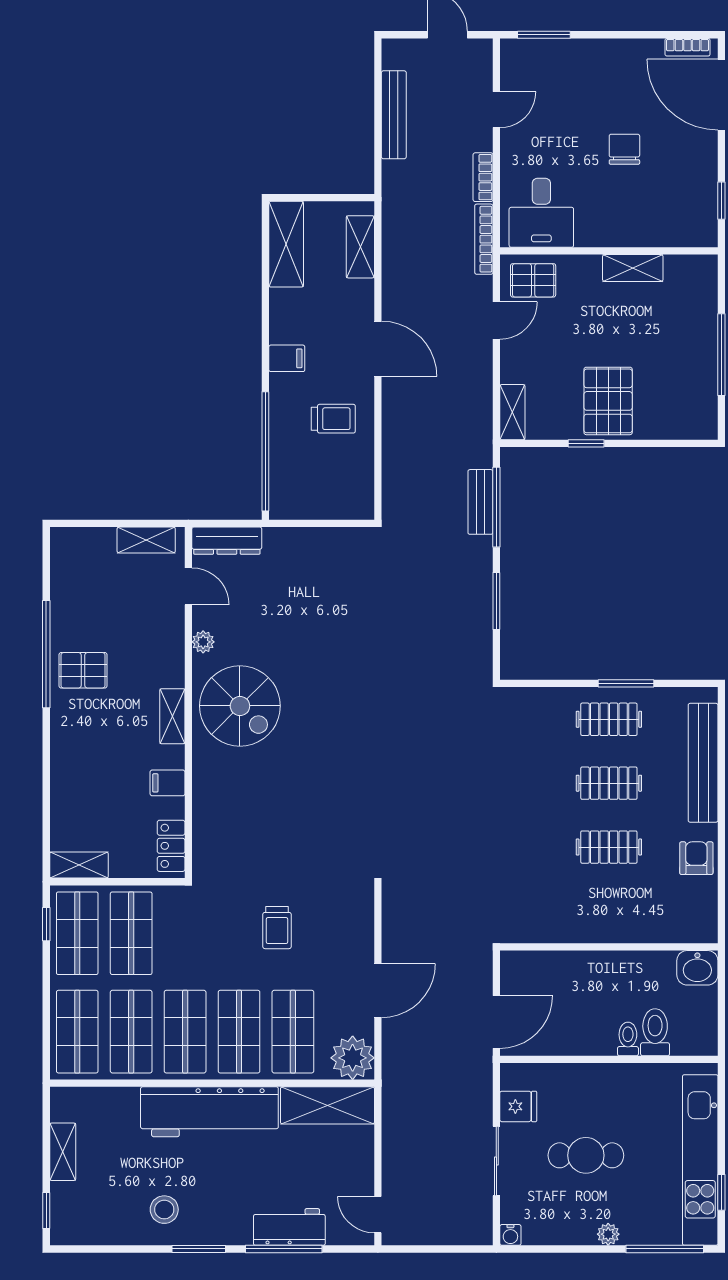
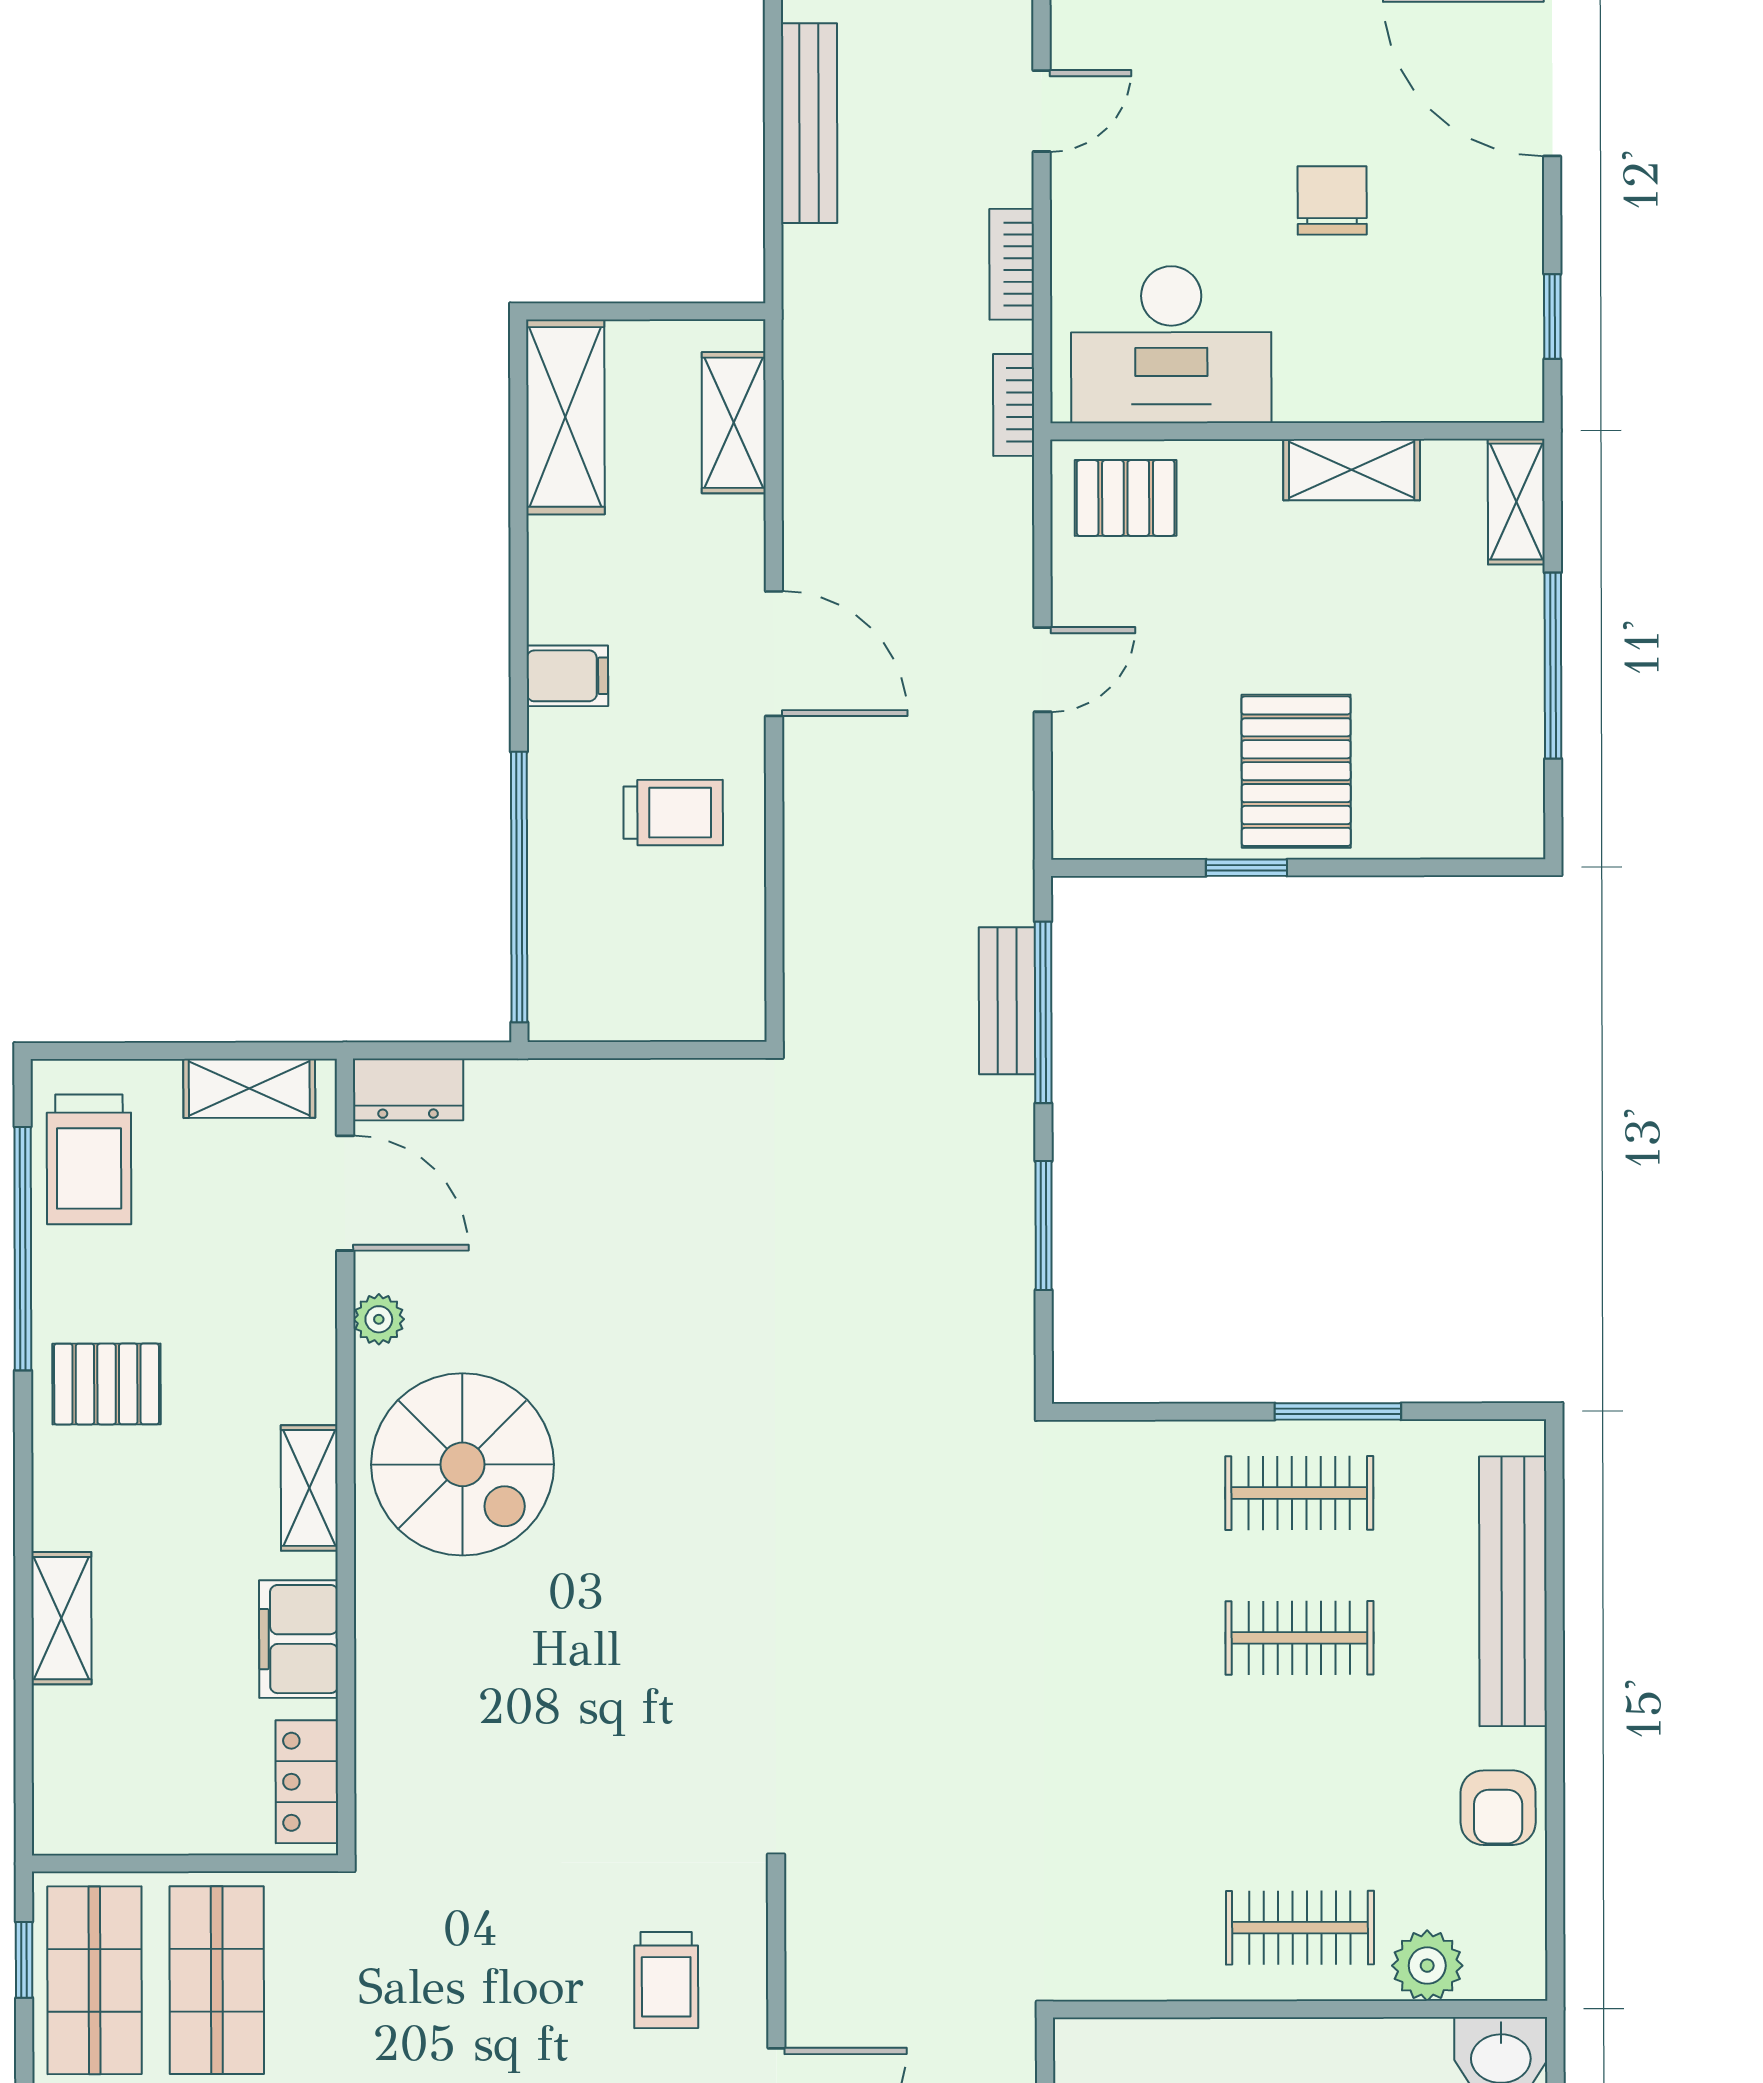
desk: (541, 213) -> (1171, 345), width x1.37
bookcase: (484, 239) -> (1014, 405), width x0.64
door: (496, 320) -> (1043, 670), moved
shelving: (512, 412) -> (1516, 502), moved
dresser: (227, 541) -> (408, 1089), width x0.70
trolley: (75, 571) -> (89, 1159), added
door: (188, 586) -> (345, 1193), width x1.37
window: (46, 654) -> (23, 1249), moved
filing cabinet: (167, 783) -> (299, 1639), width x2.00
clothes rail: (609, 847) -> (1300, 1928), moved
armchair: (696, 858) -> (1498, 1808), turned 180
shelving: (79, 865) -> (61, 1618), moved, turned 90
trolley: (277, 928) -> (666, 1980), moved
plant: (665, 928) -> (1427, 1966), added

